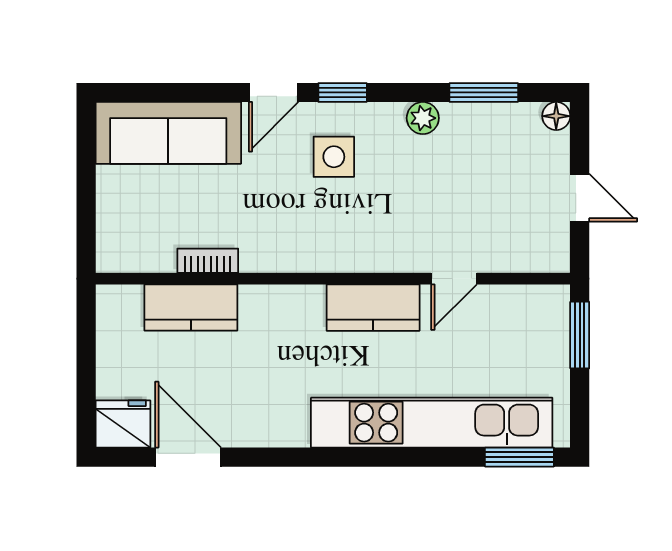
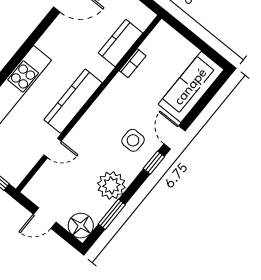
floor lamp: (556, 116) -> (81, 226), width x1.89, depth x1.89
plant: (423, 118) -> (111, 185), width x1.88, depth x1.88
door: (454, 279) -> (53, 148), swing flipped
kitchen counter: (373, 308) -> (73, 101), width x1.50

